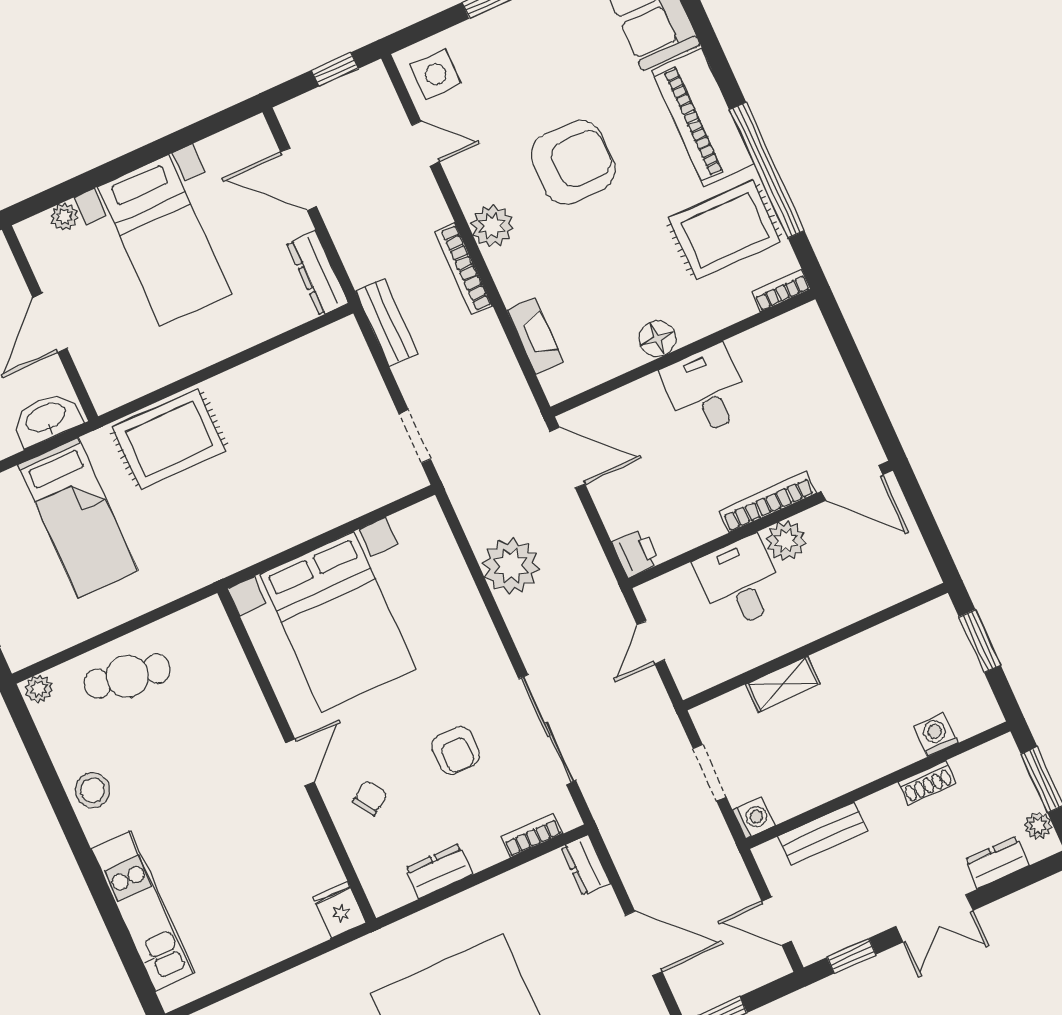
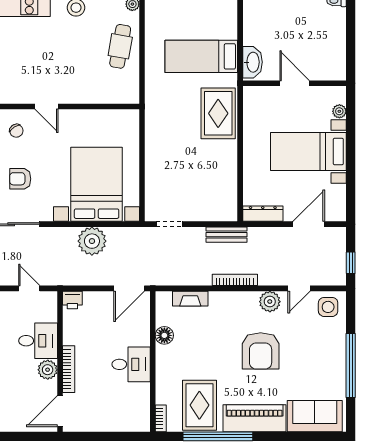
plant: (492, 226) -> (270, 302), moved
floor lamp: (657, 339) -> (164, 335), moved
bed with nightstands: (338, 622) -> (97, 184), moved, turned 90

